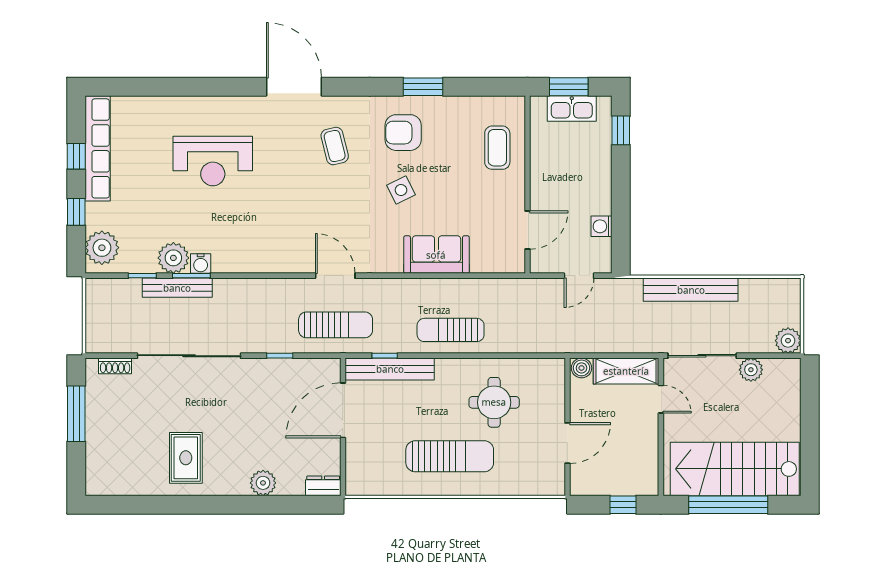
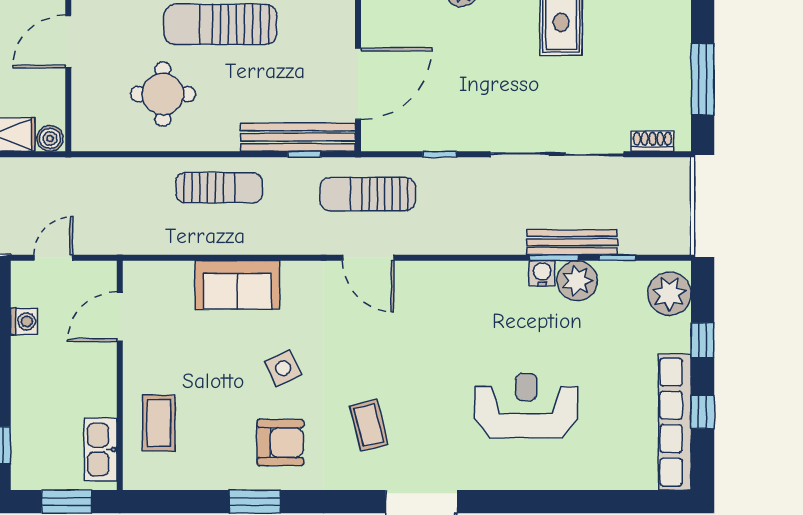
kitchen sink: (572, 108) -> (100, 450), moved, turned -90

